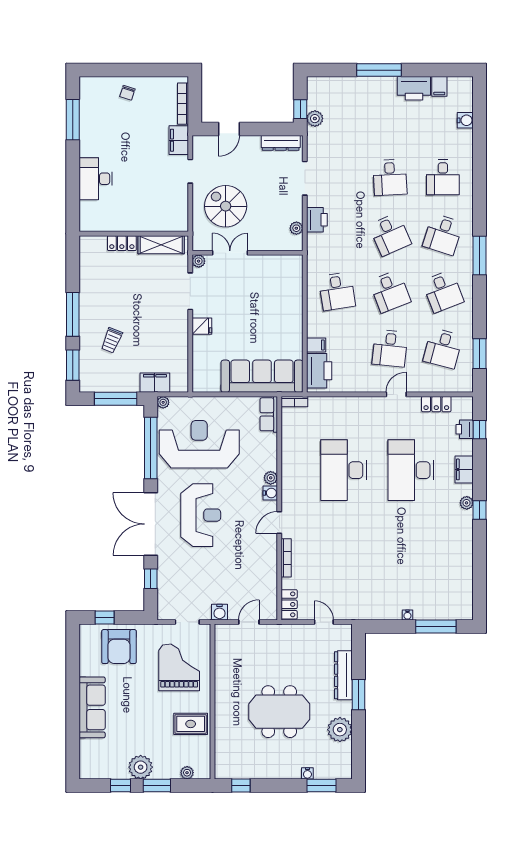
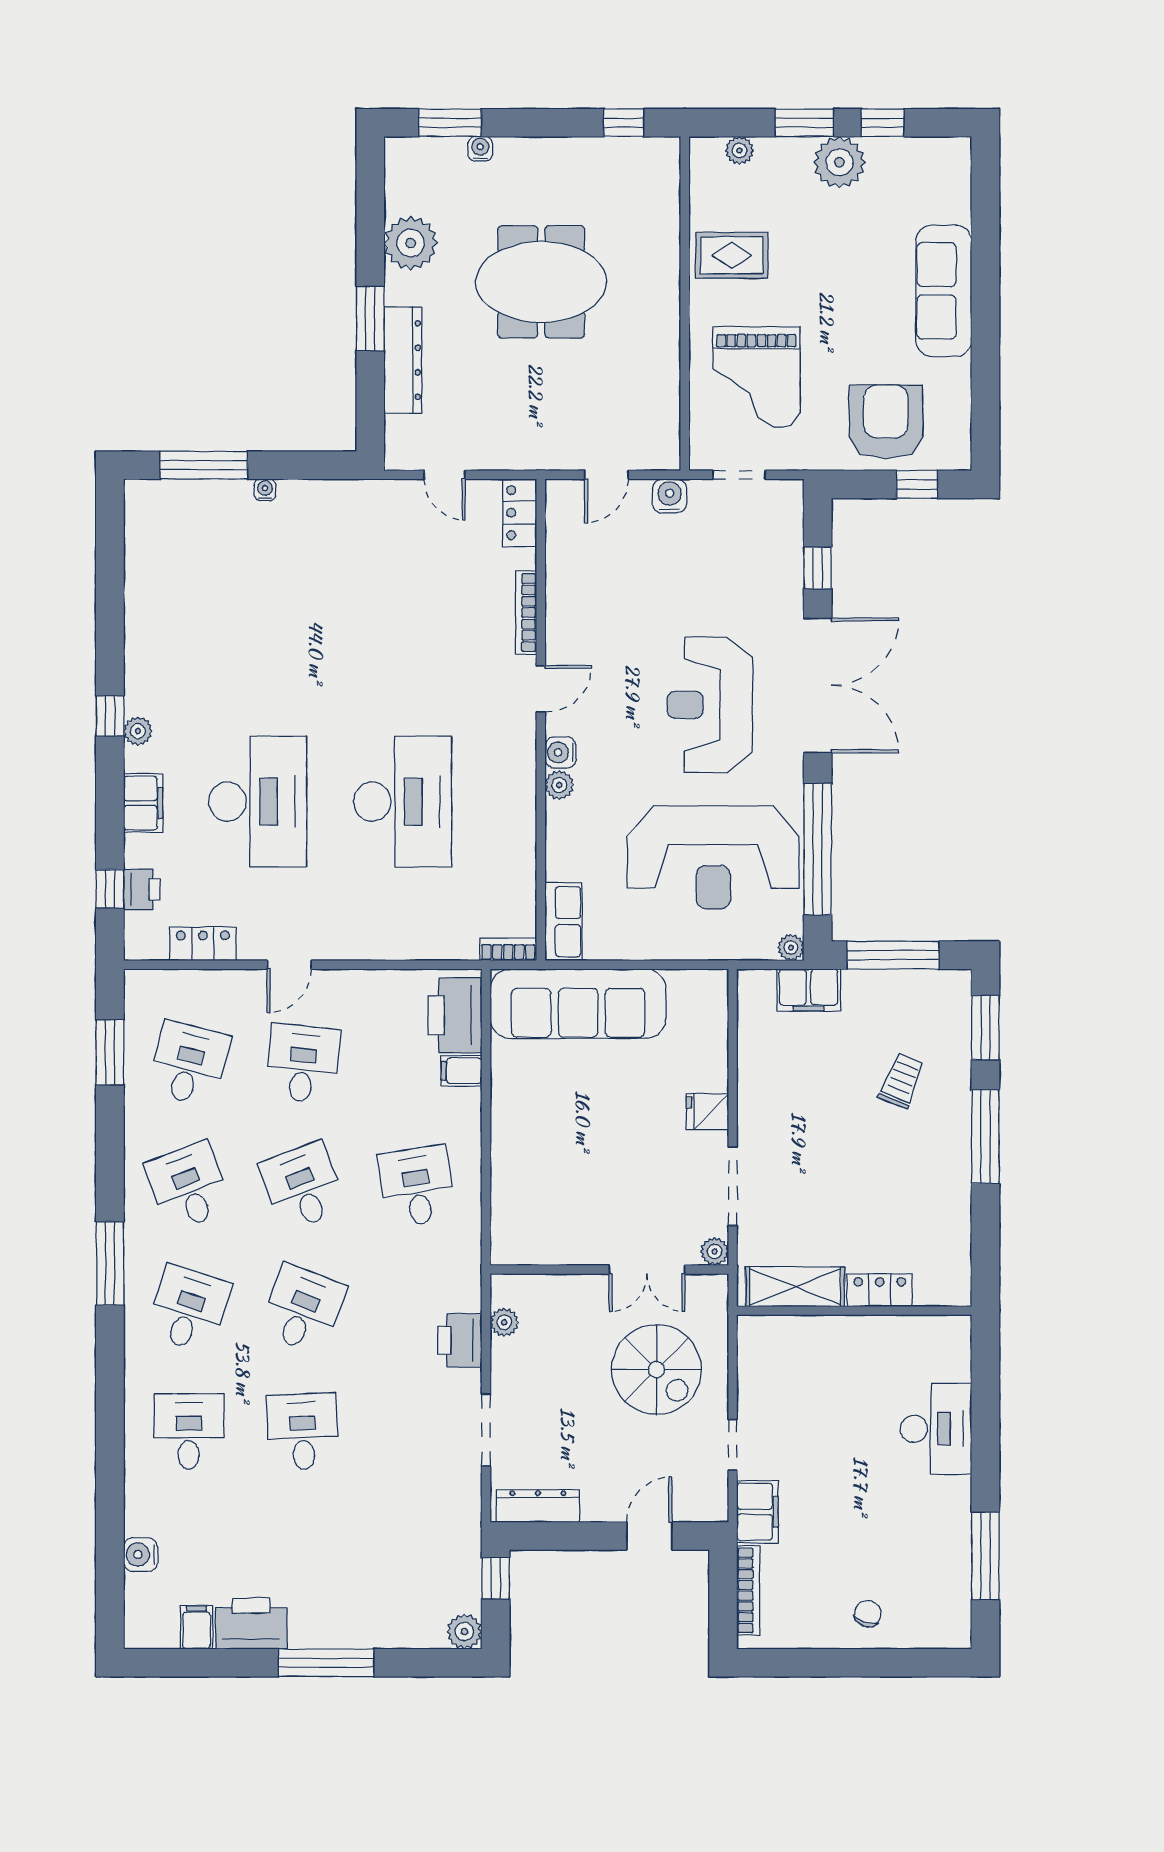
plant: (315, 119) -> (464, 1632), moved
desk: (390, 234) -> (303, 1309), turned 45

